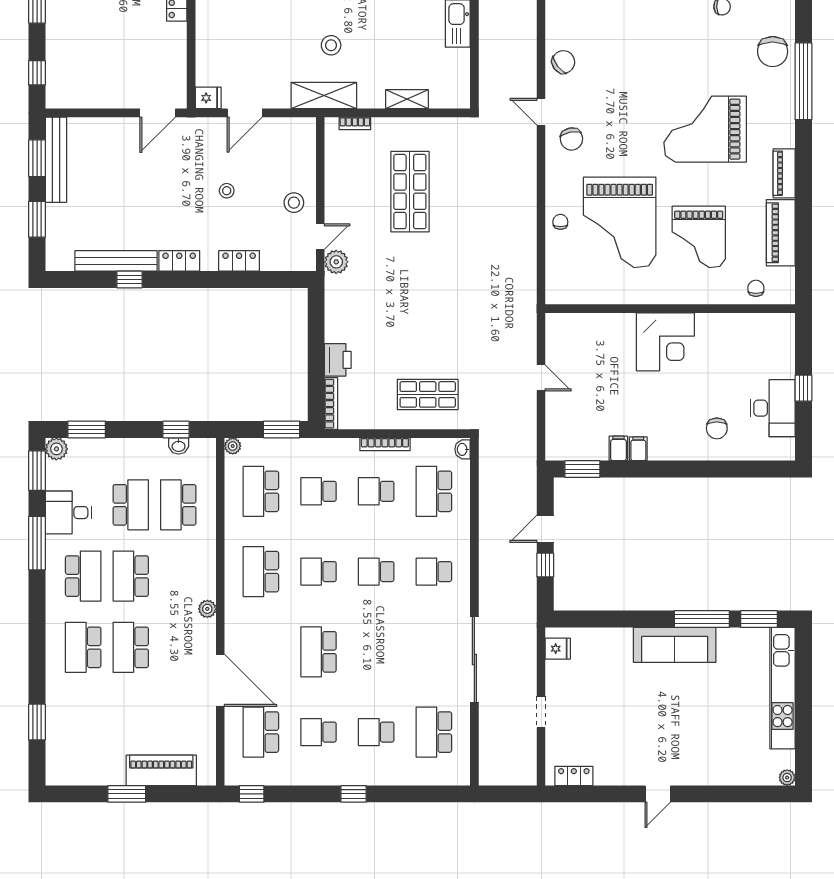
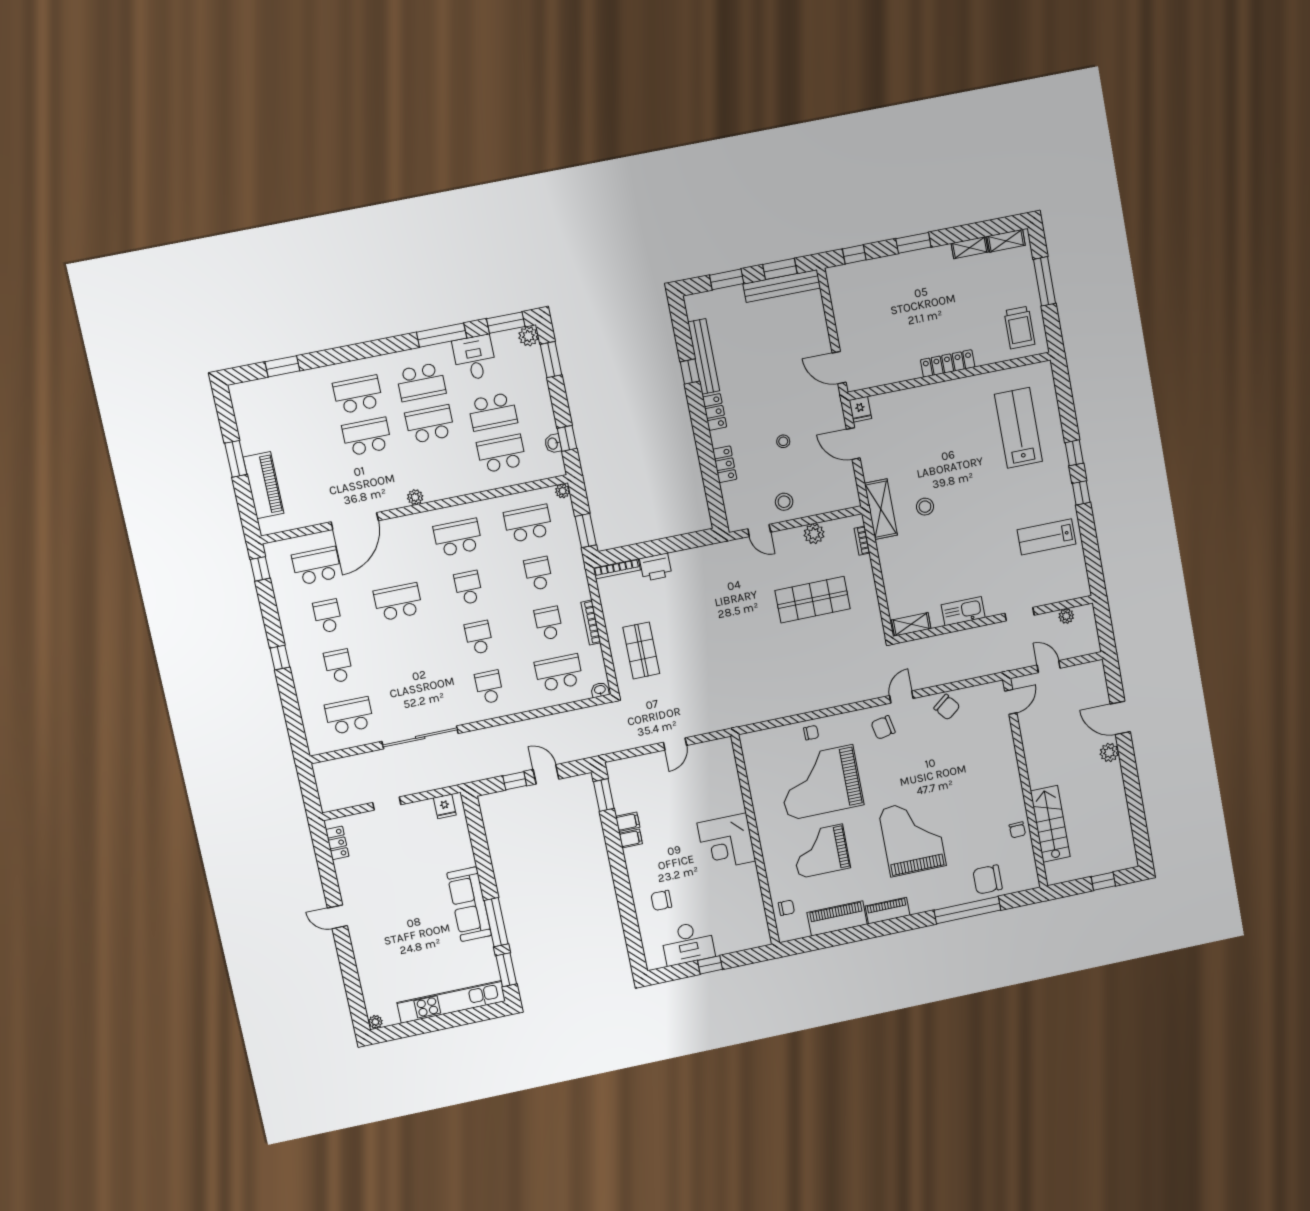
shelving: (407, 99) -> (911, 624), moved, turned 90
plant: (336, 262) -> (814, 534), moved

